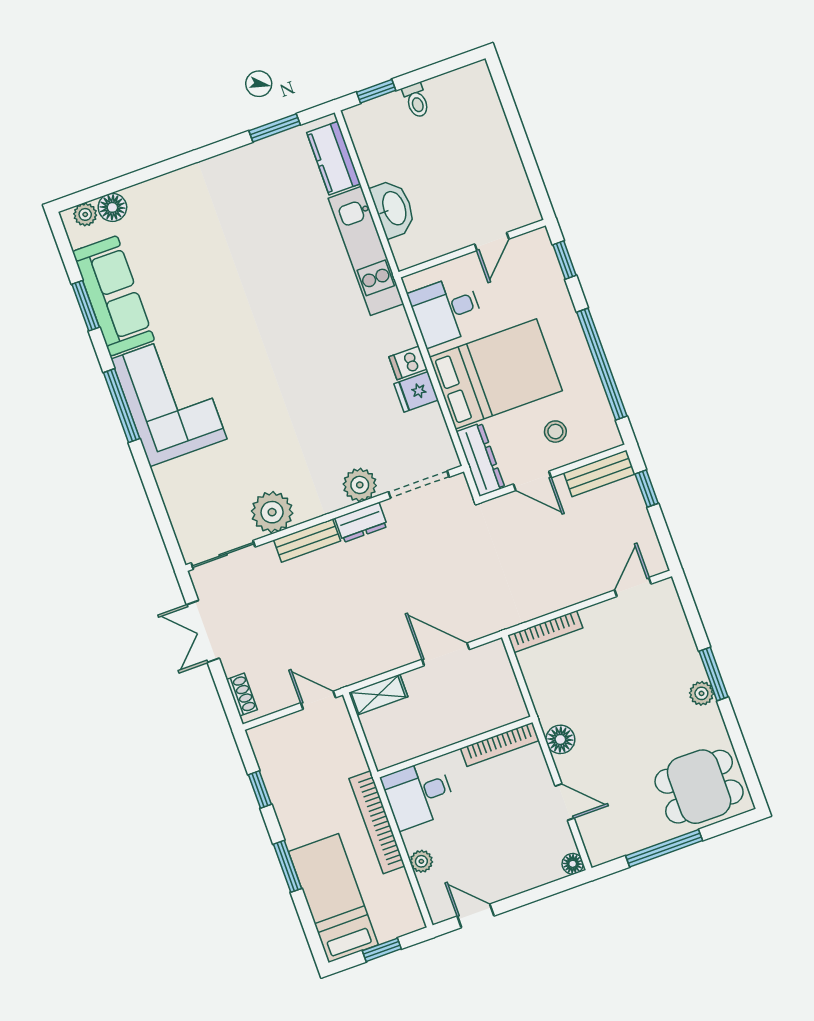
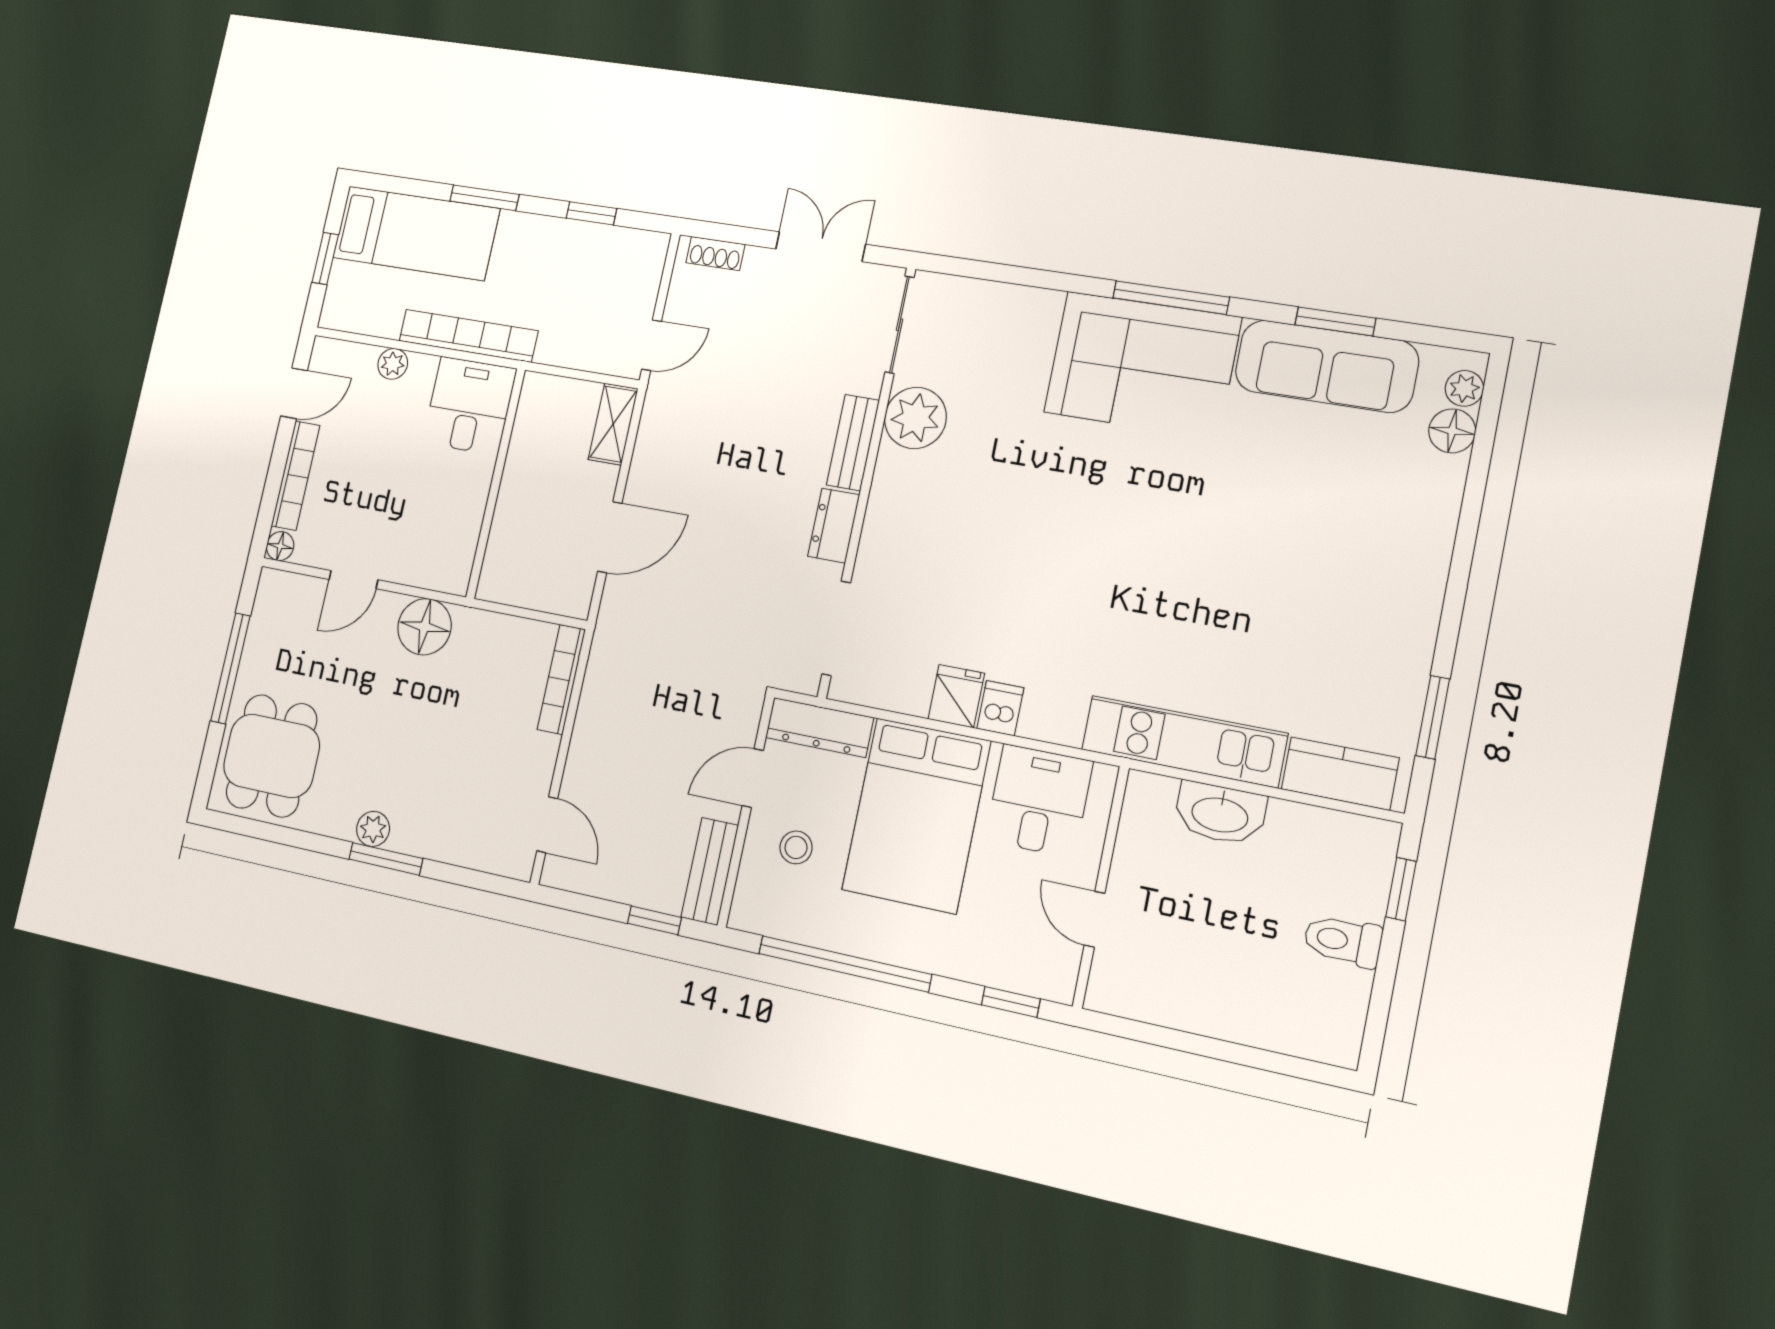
toilet: (416, 100) -> (1343, 941), width x1.37, depth x1.39
plant: (360, 485) -> (882, 551), removed
floor lamp: (560, 739) -> (424, 627), width x1.38, depth x1.38
bookcase: (500, 744) -> (296, 476), moved, turned 180

